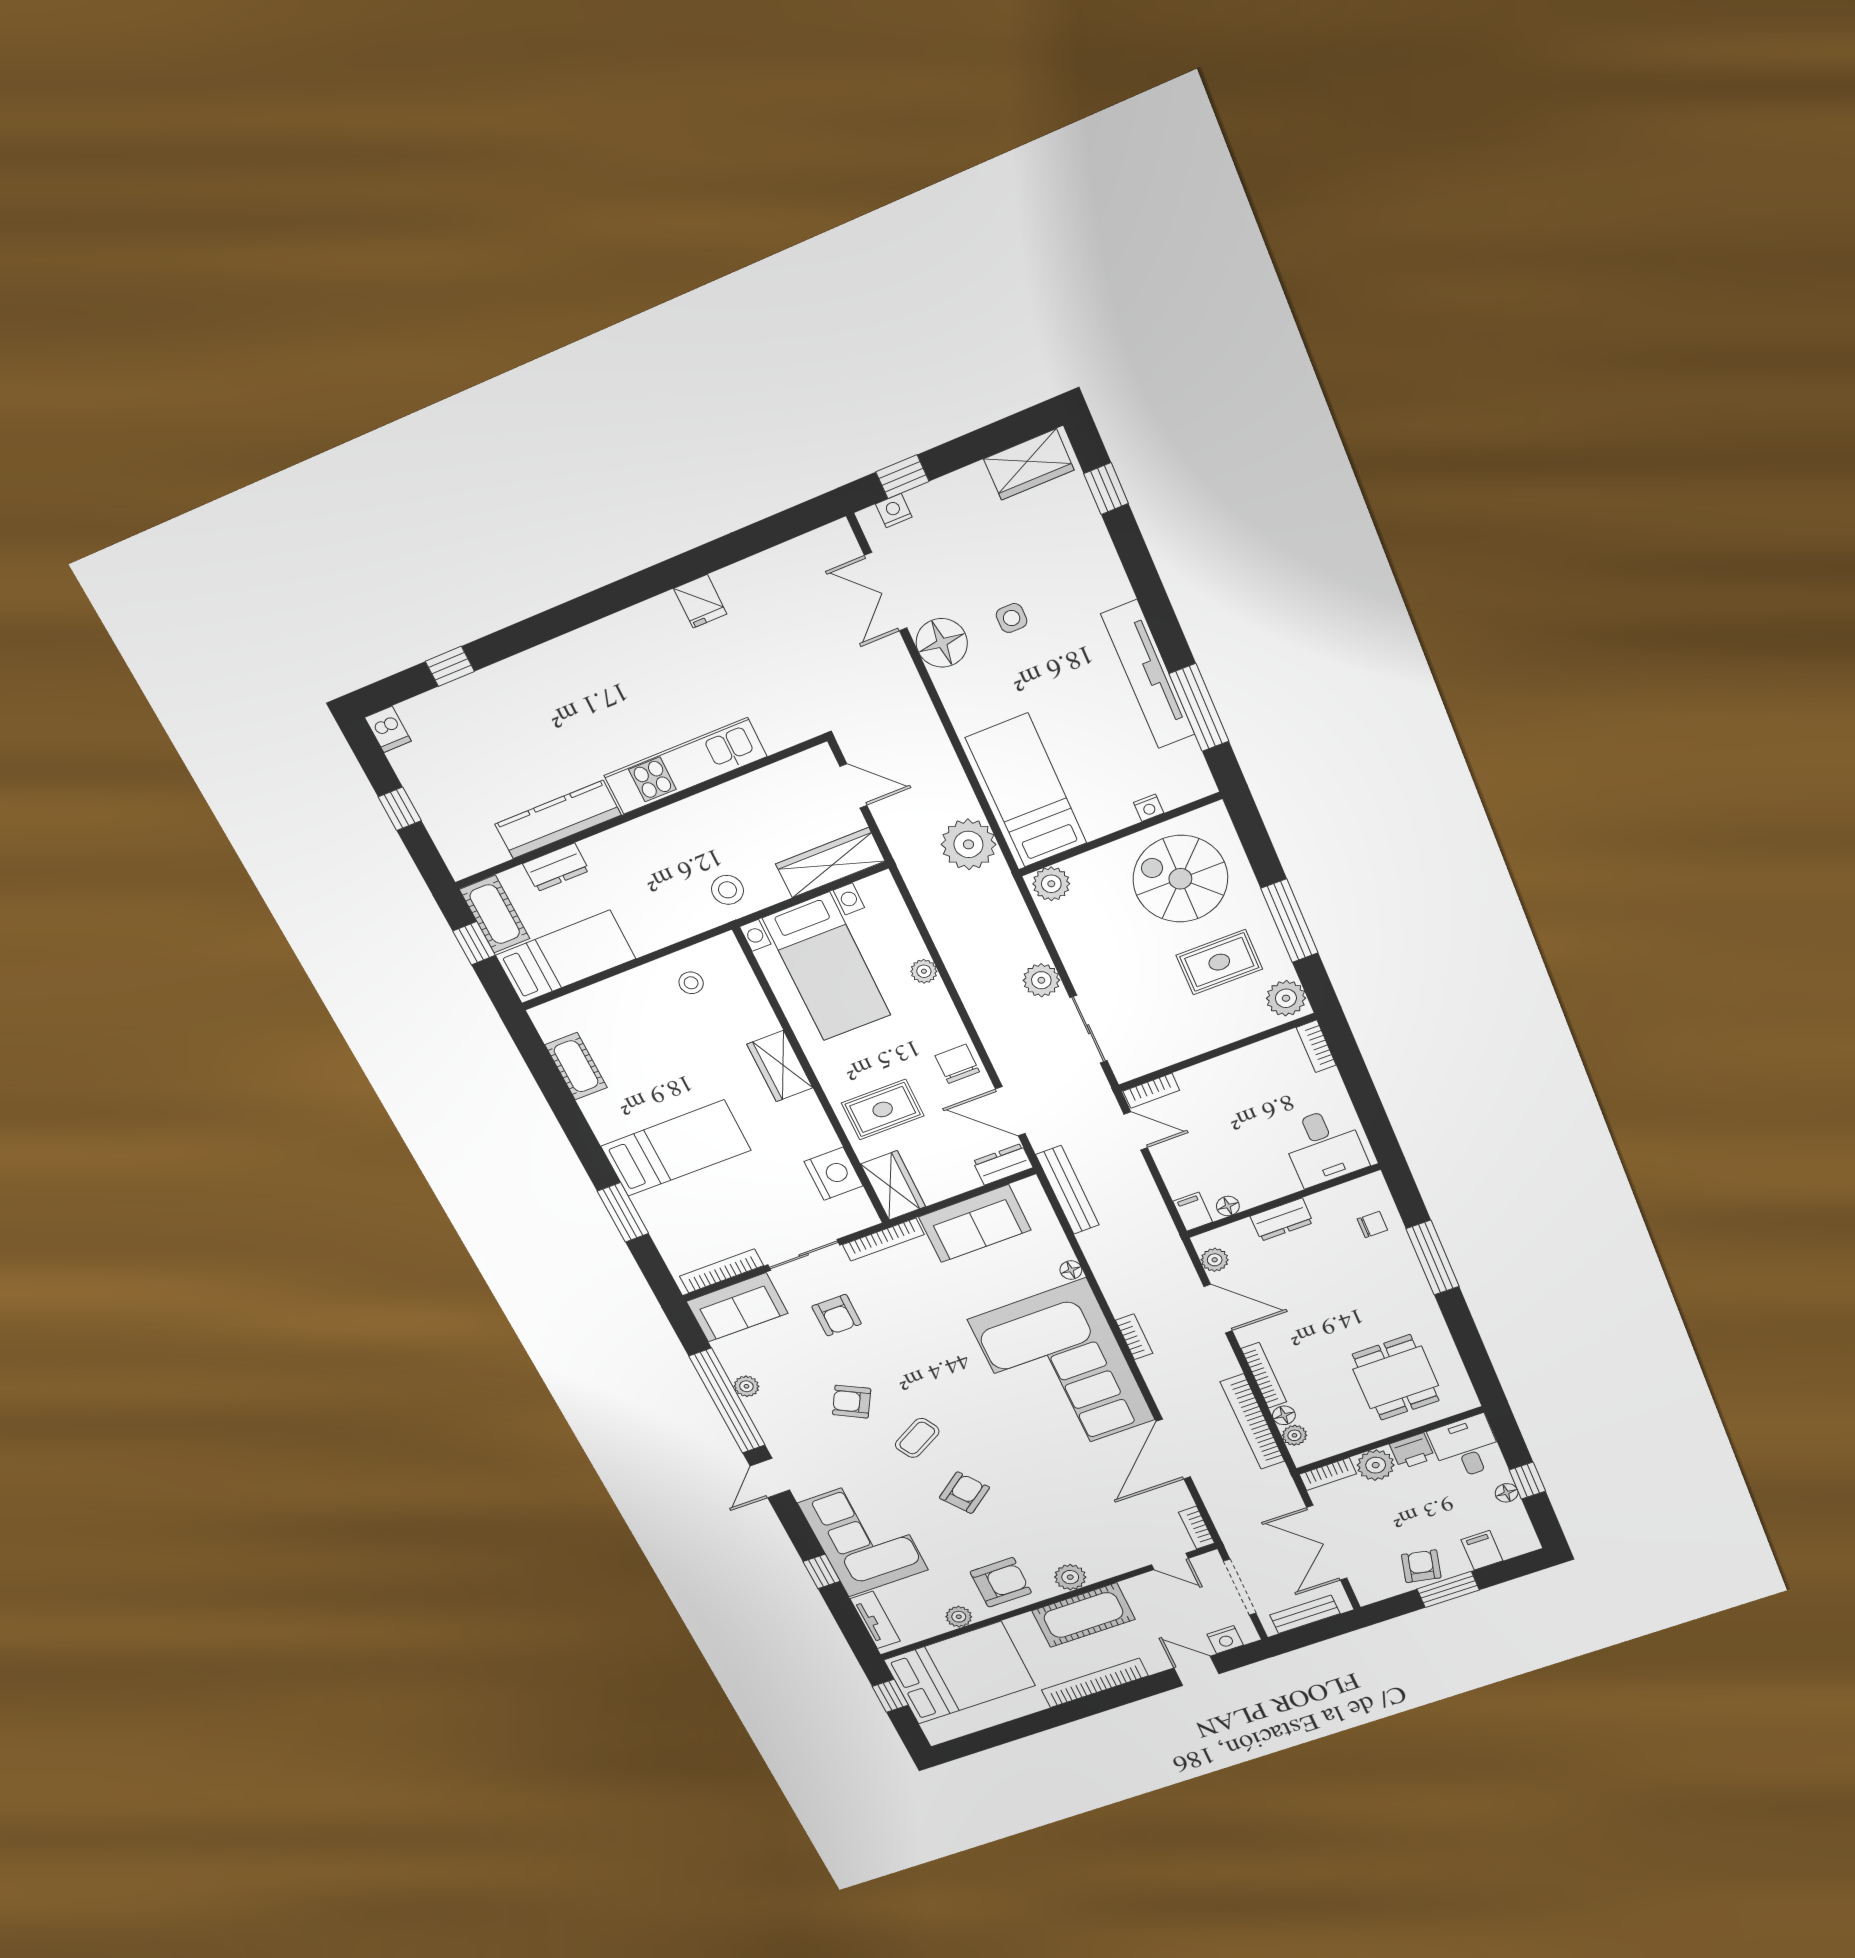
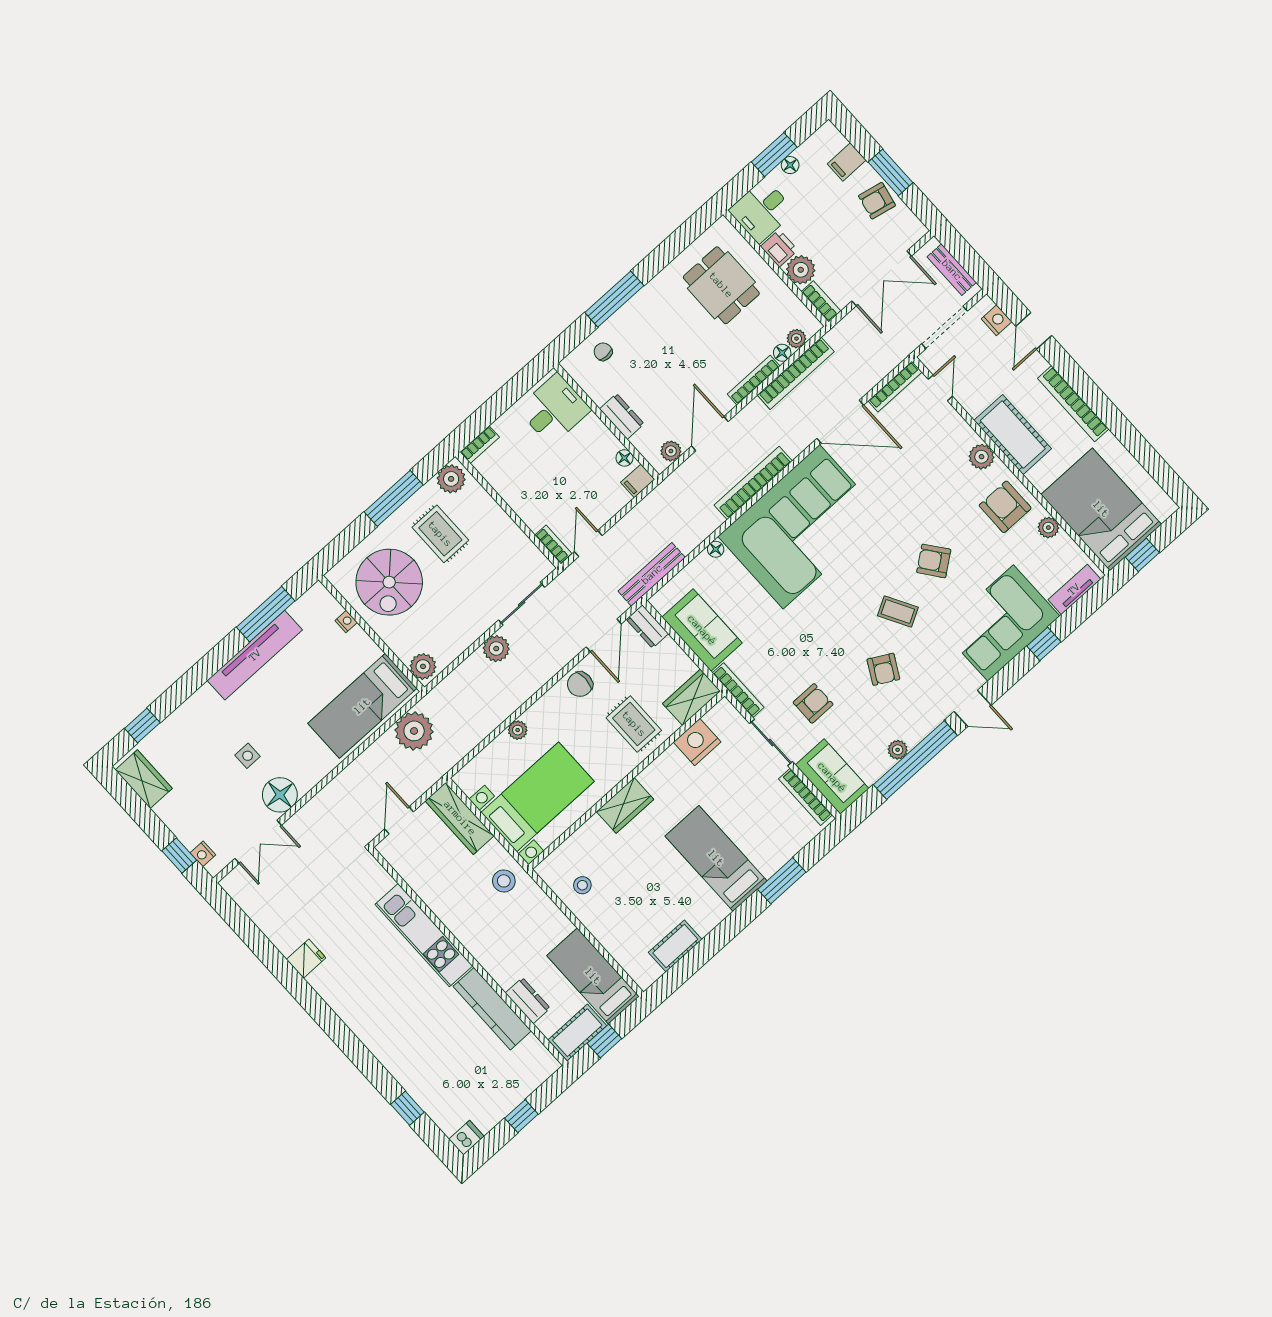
bookcase: (1134, 1337) -> (753, 483), width x2.31, depth x1.31
dining table: (1396, 1377) -> (721, 285), turned 90
window: (1527, 1481) -> (774, 155), width x1.50
bookcase: (1197, 1528) -> (895, 387), width x1.56

